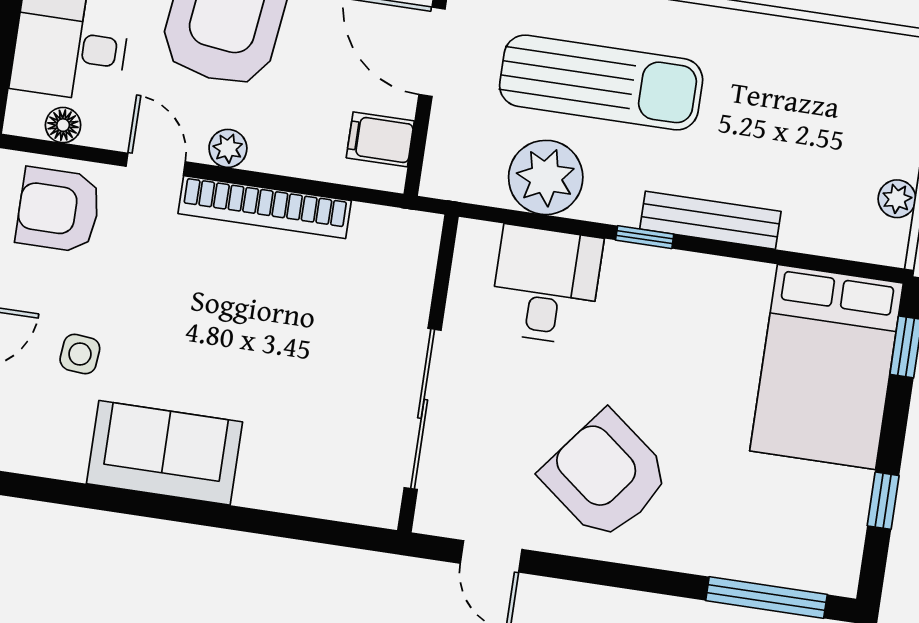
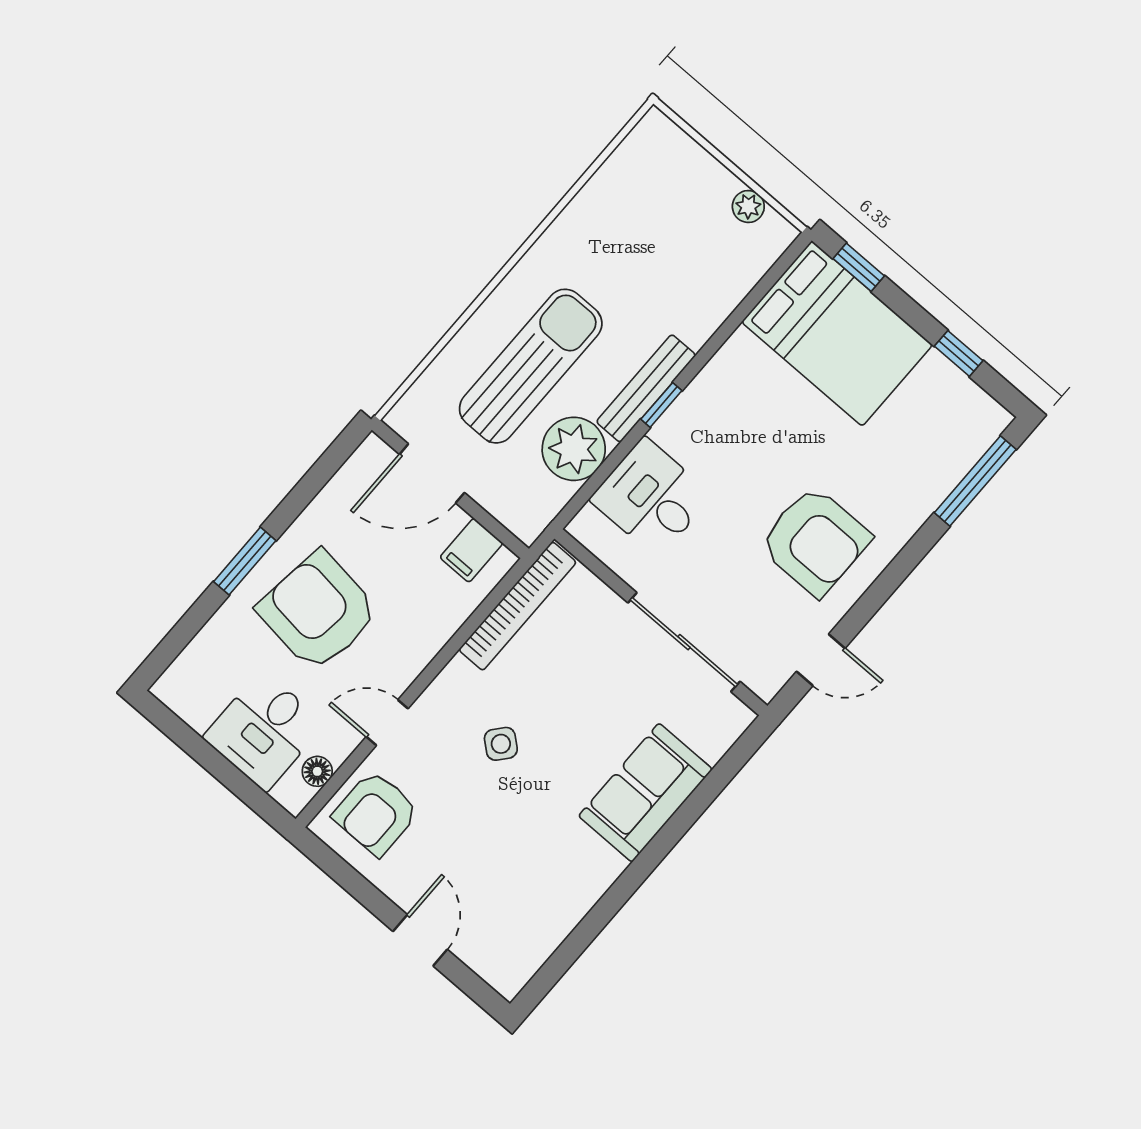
plant: (228, 148) -> (409, 664), removed
bookcase: (265, 207) -> (518, 606), moved
bench: (710, 220) -> (646, 388), moved
side table: (80, 354) -> (501, 744), moved, turned 35
sofa: (165, 453) -> (645, 793), moved
armchair: (606, 476) -> (815, 541), turned -128

